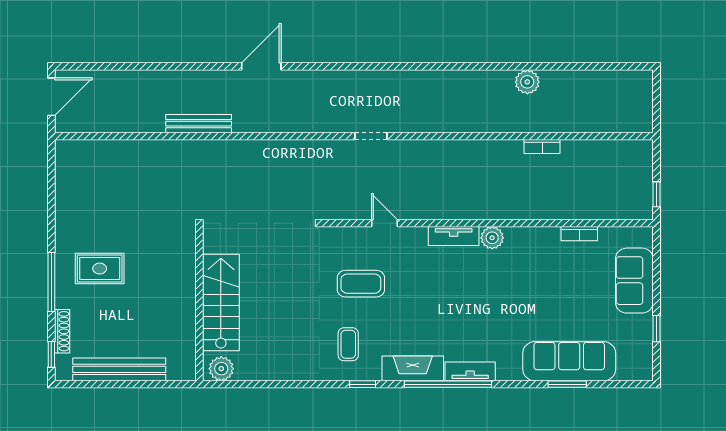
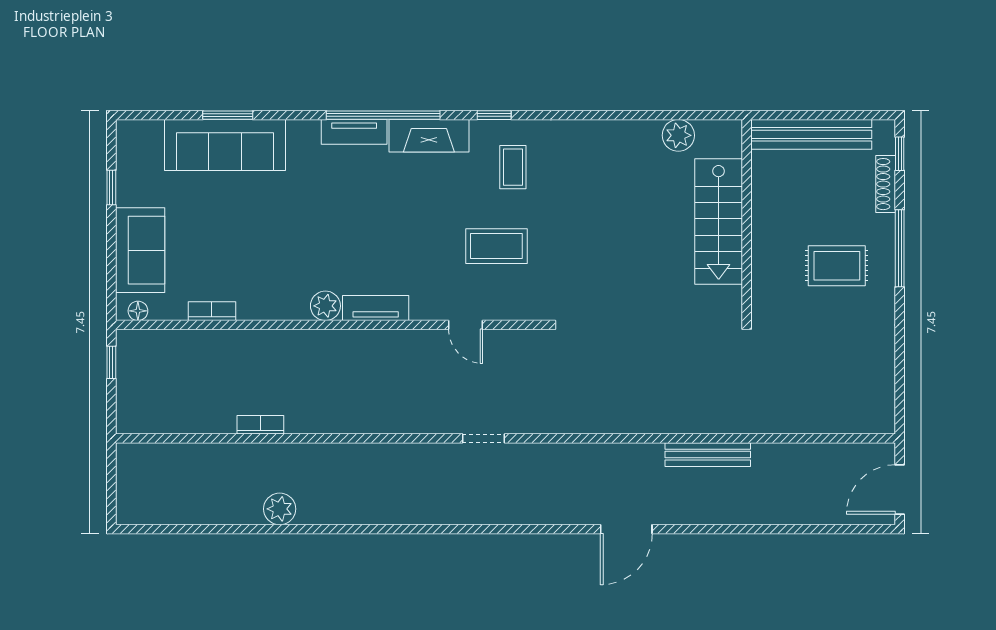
floor lamp: (636, 234) -> (138, 311), added
stairs: (221, 302) -> (719, 221), moved
wall: (199, 304) -> (747, 220), moved

